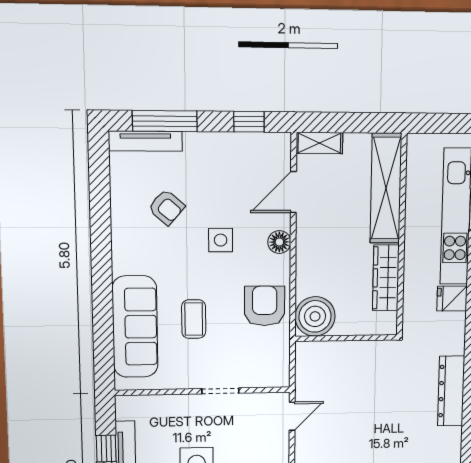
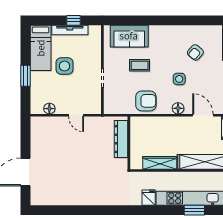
boiler: (315, 316) -> (140, 127), removed
sofa: (135, 327) -> (129, 36), width x0.73
dresser: (451, 391) -> (121, 139), moved, turned -90
door: (292, 416) -> (76, 115), moved

